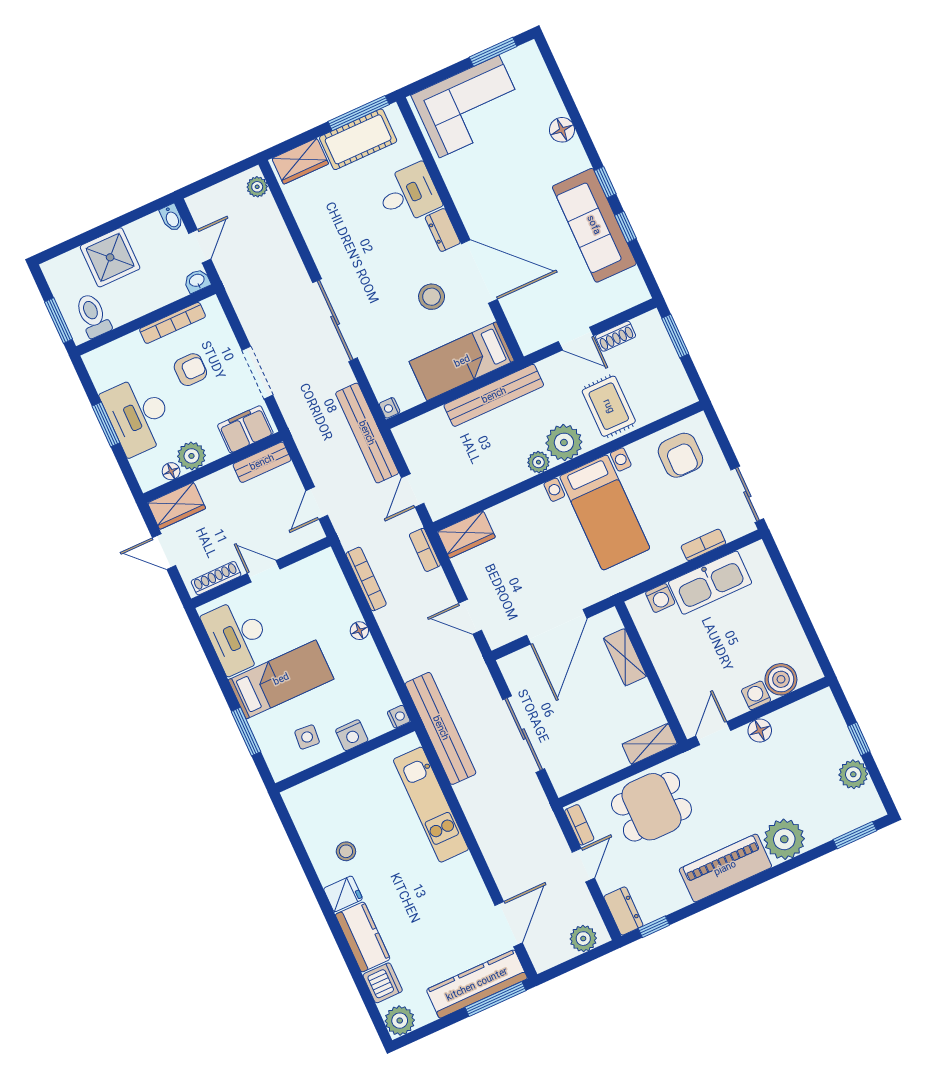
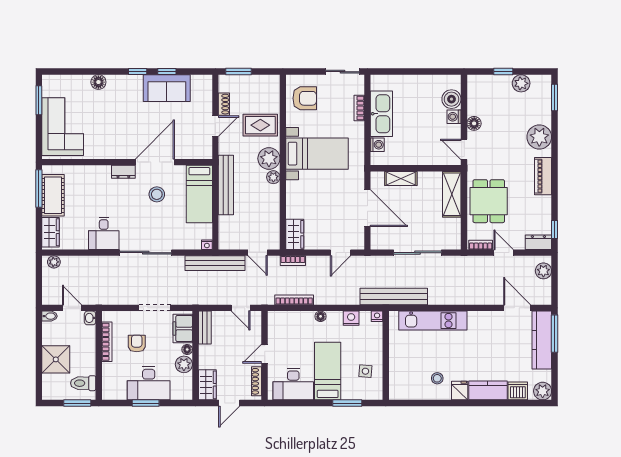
desk: (409, 194) -> (104, 233), moved, turned 180
sofa: (594, 225) -> (167, 88), width x0.73
floor lamp: (171, 471) -> (187, 349), moved
nightstand: (352, 735) -> (351, 318), moved, turned -90
shelving: (650, 744) -> (452, 194), width x1.50, depth x1.33
piano: (725, 868) -> (543, 176), width x0.73, depth x0.75

